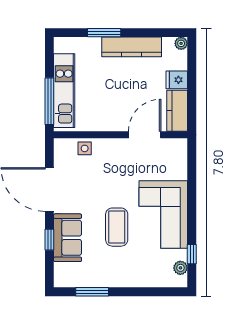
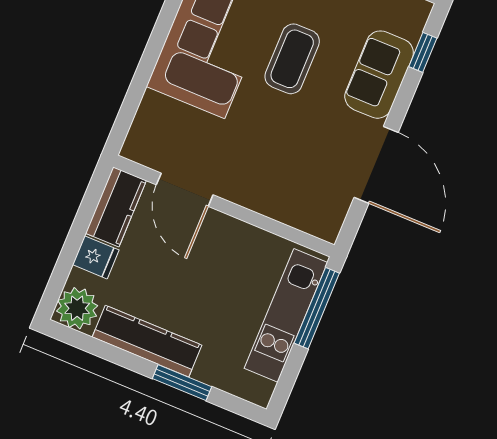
plant: (181, 43) -> (77, 308), width x1.88, depth x1.88
door: (145, 135) -> (185, 190), hinge flipped
side table: (85, 148) -> (291, 208), removed
window: (49, 240) -> (423, 52), moved

